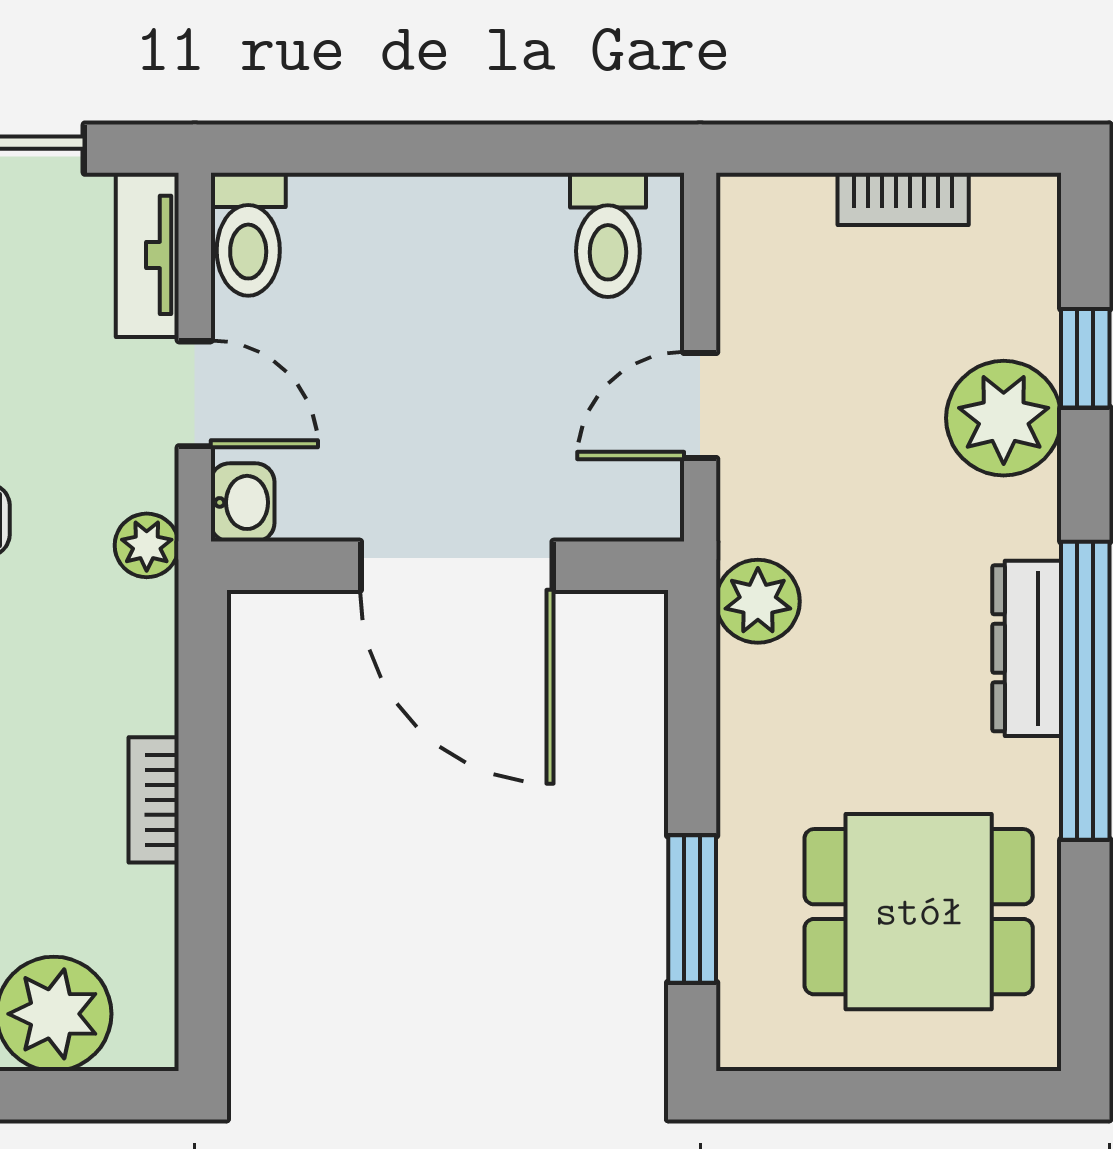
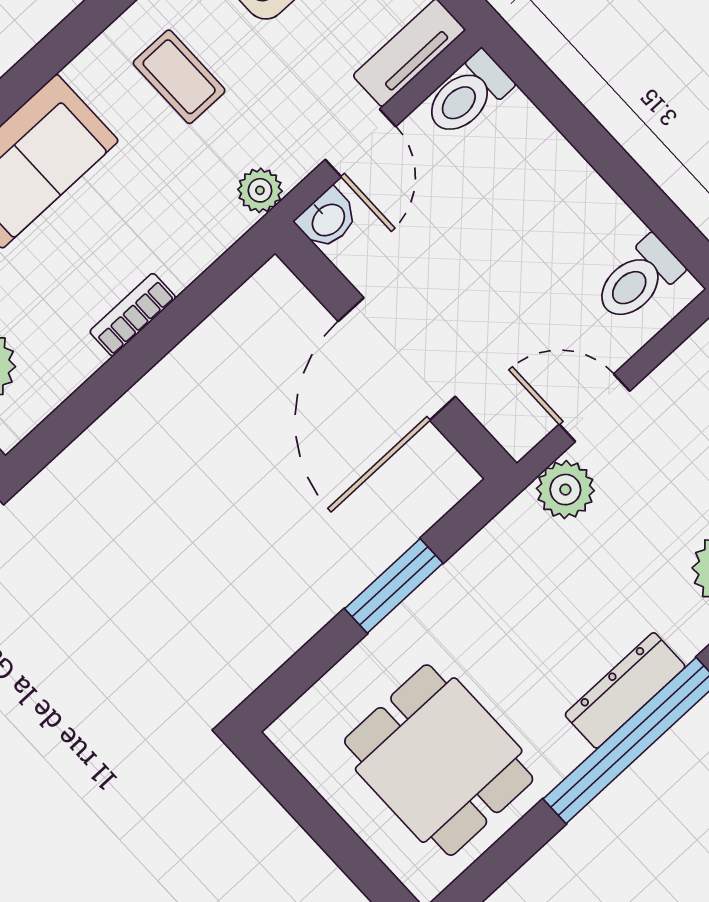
plant: (758, 601) -> (565, 490), moved
window: (692, 909) -> (394, 586), moved

